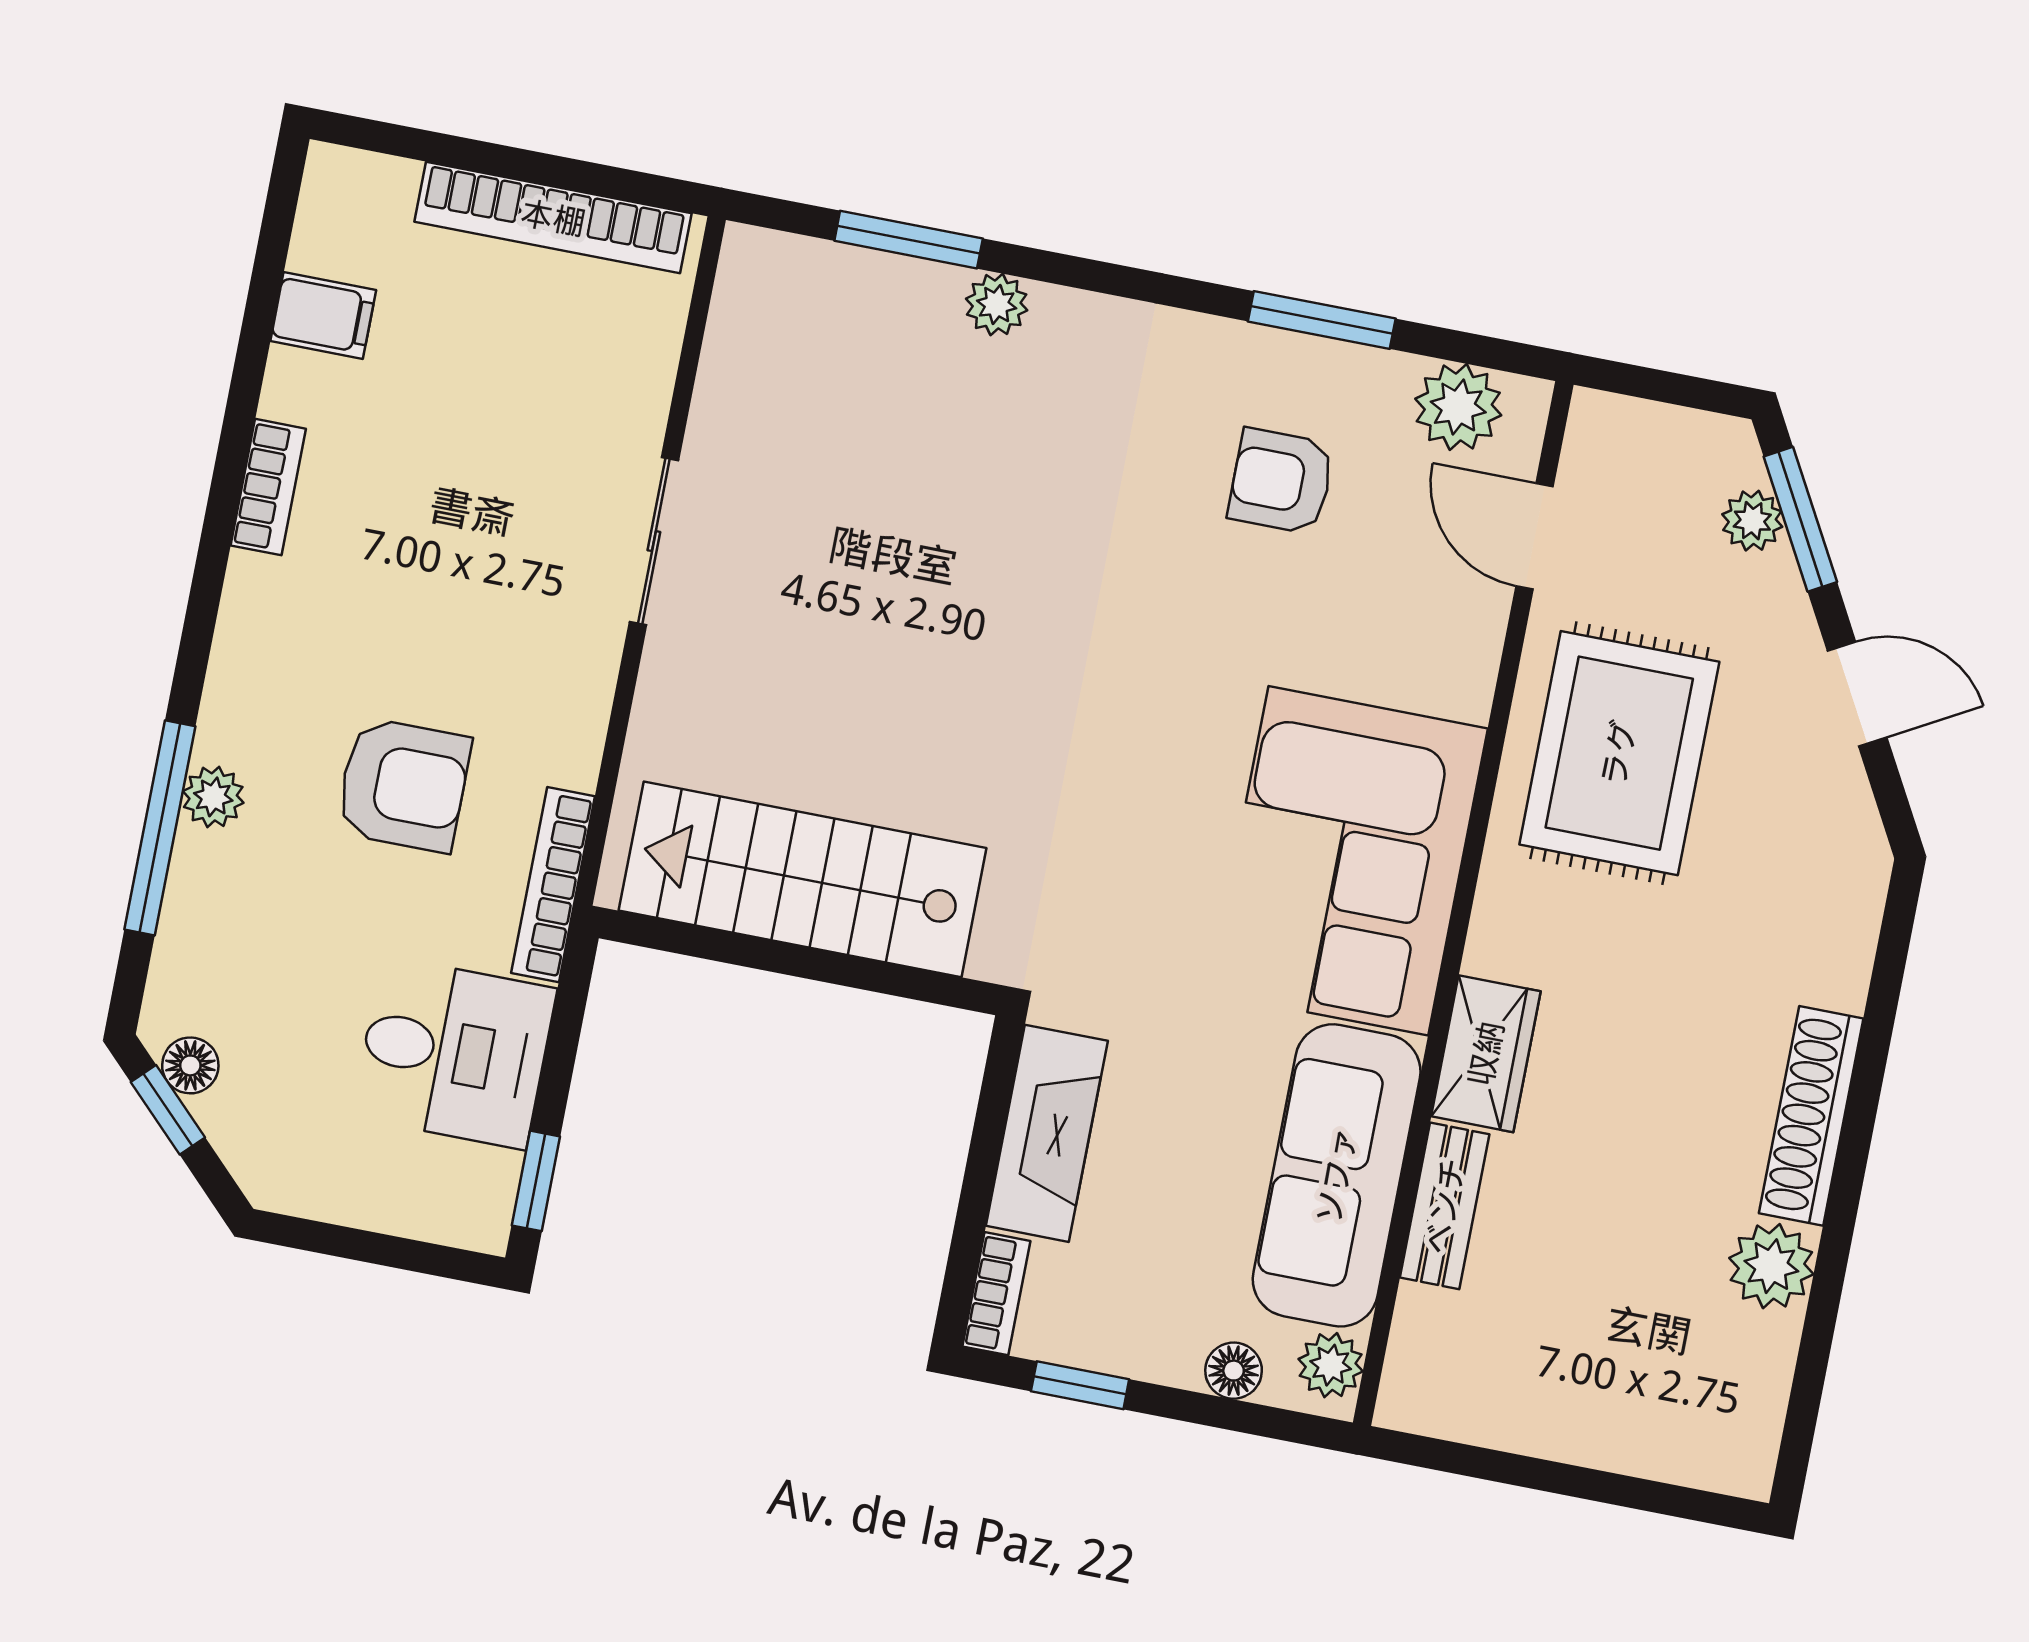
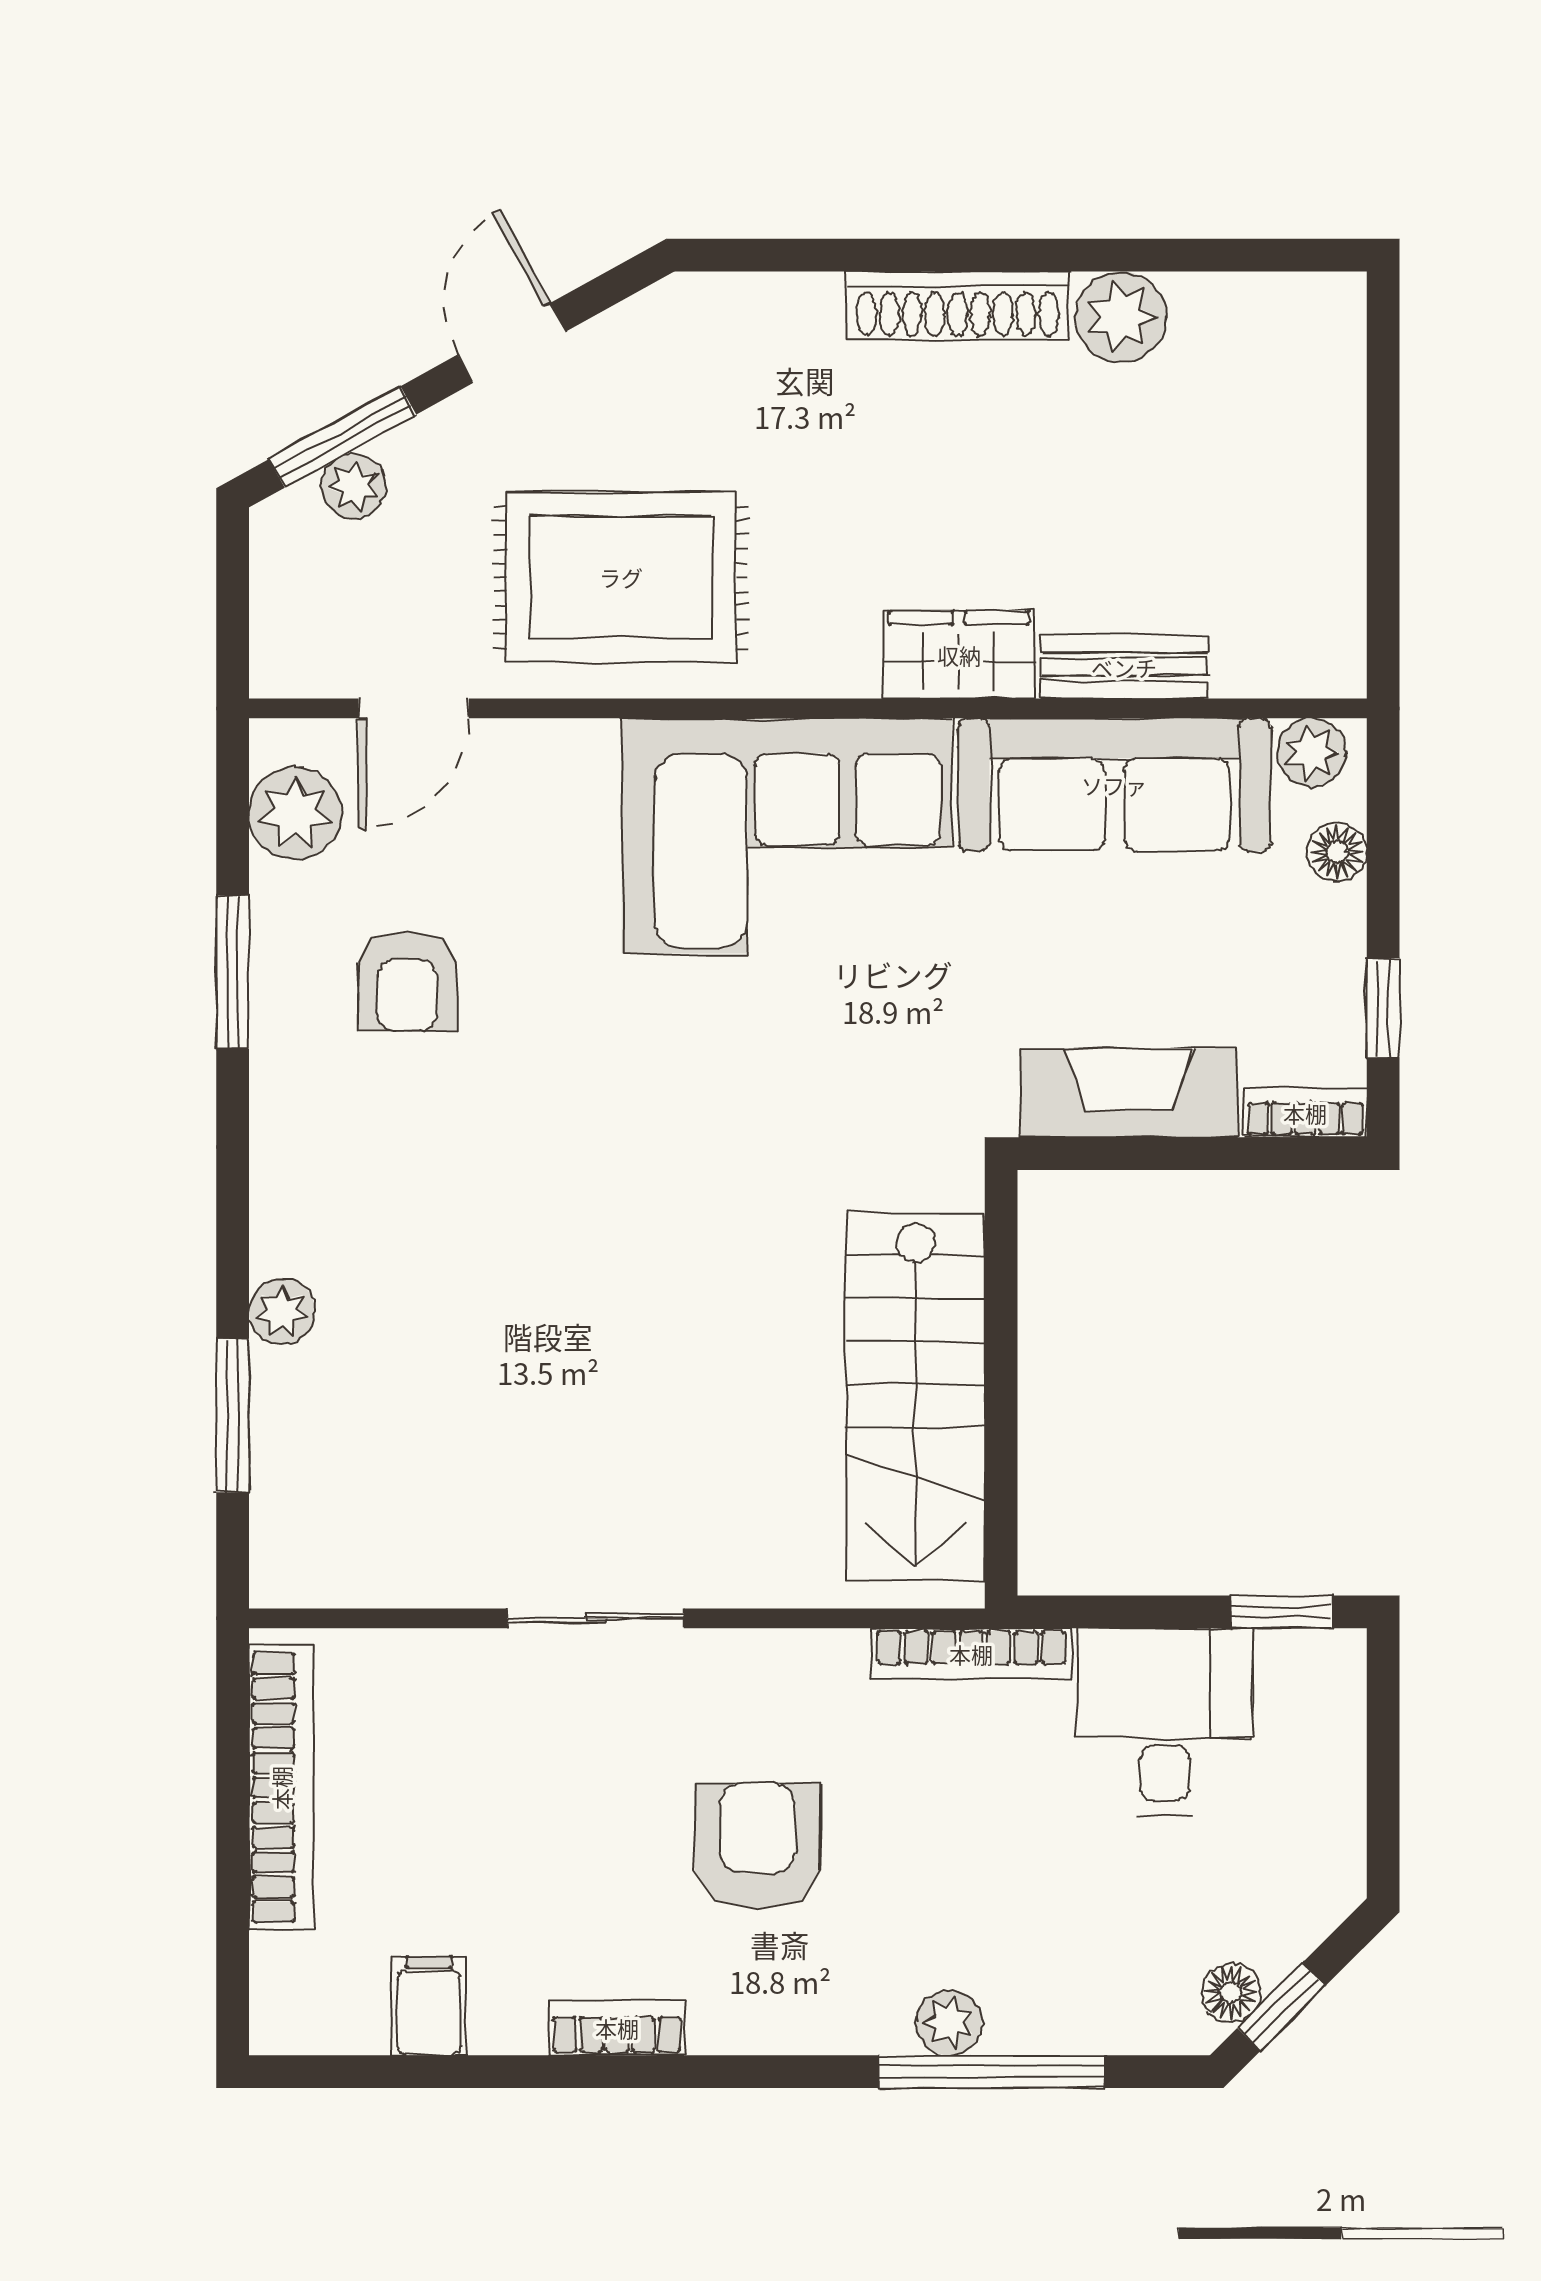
armchair: (403, 785) -> (757, 1846), moved

